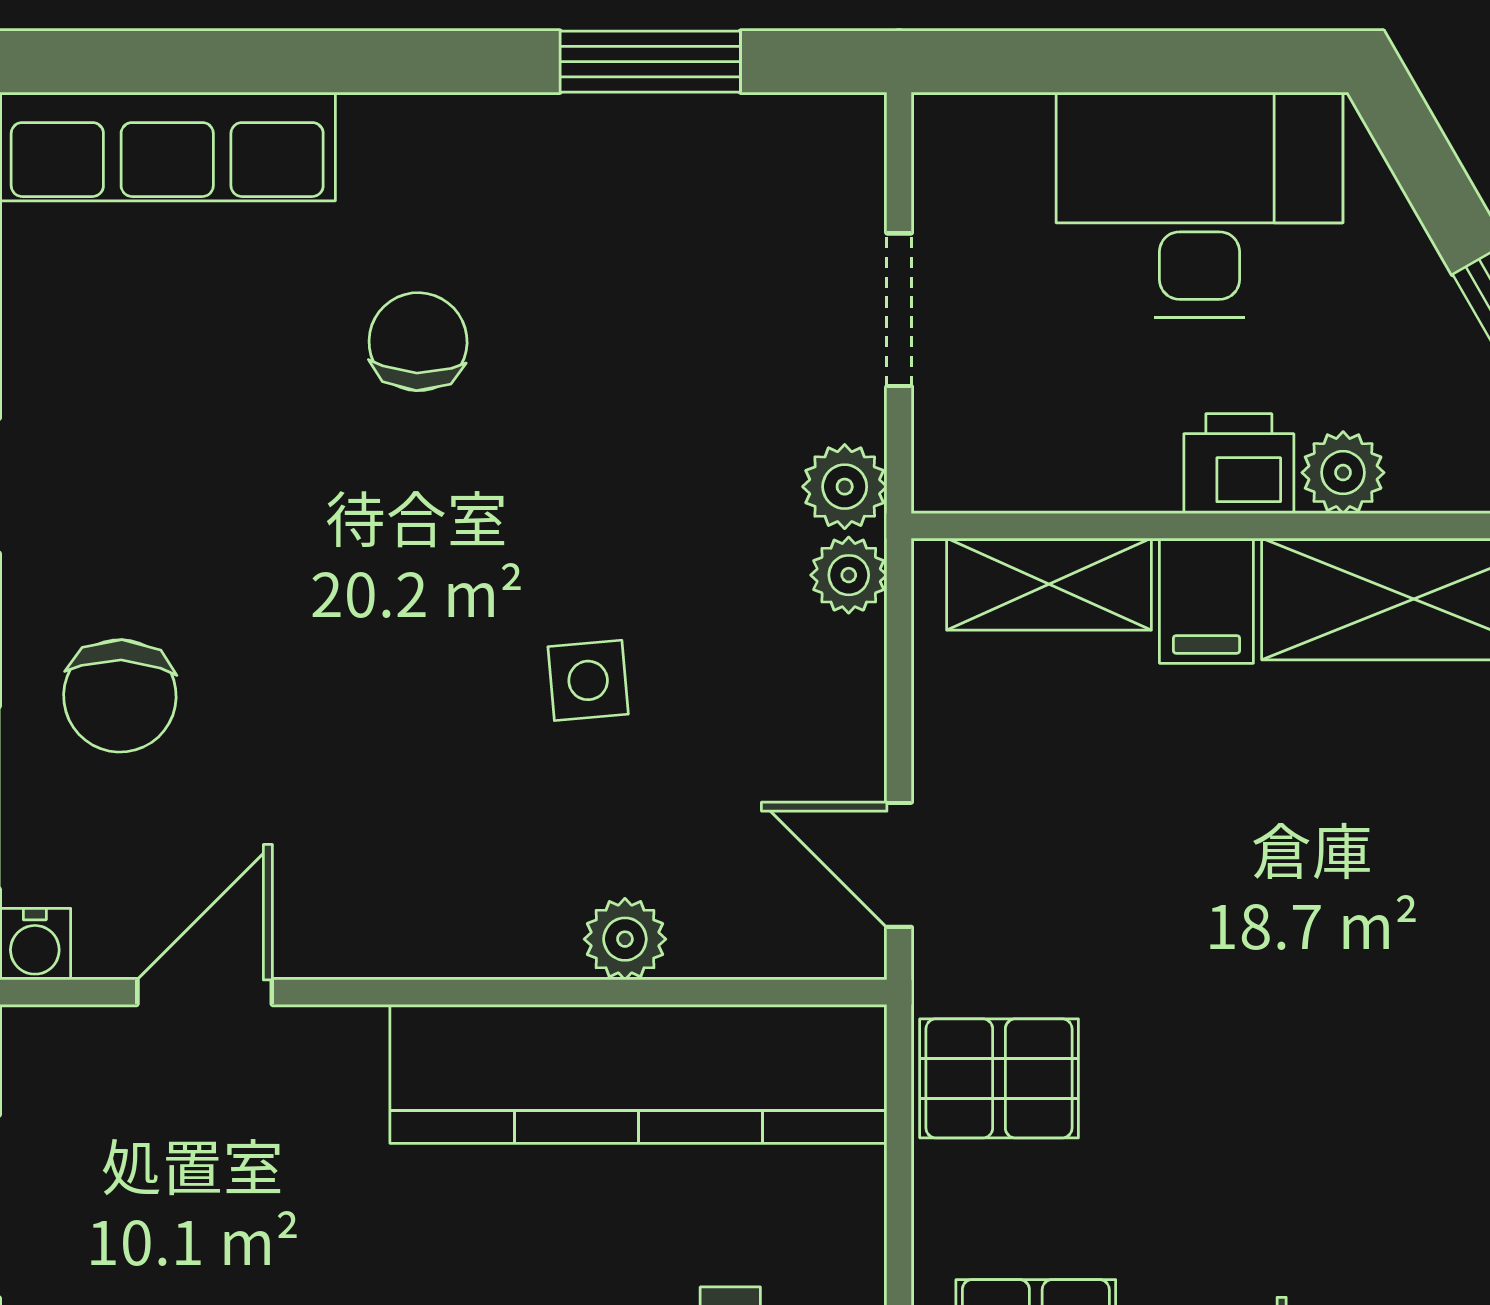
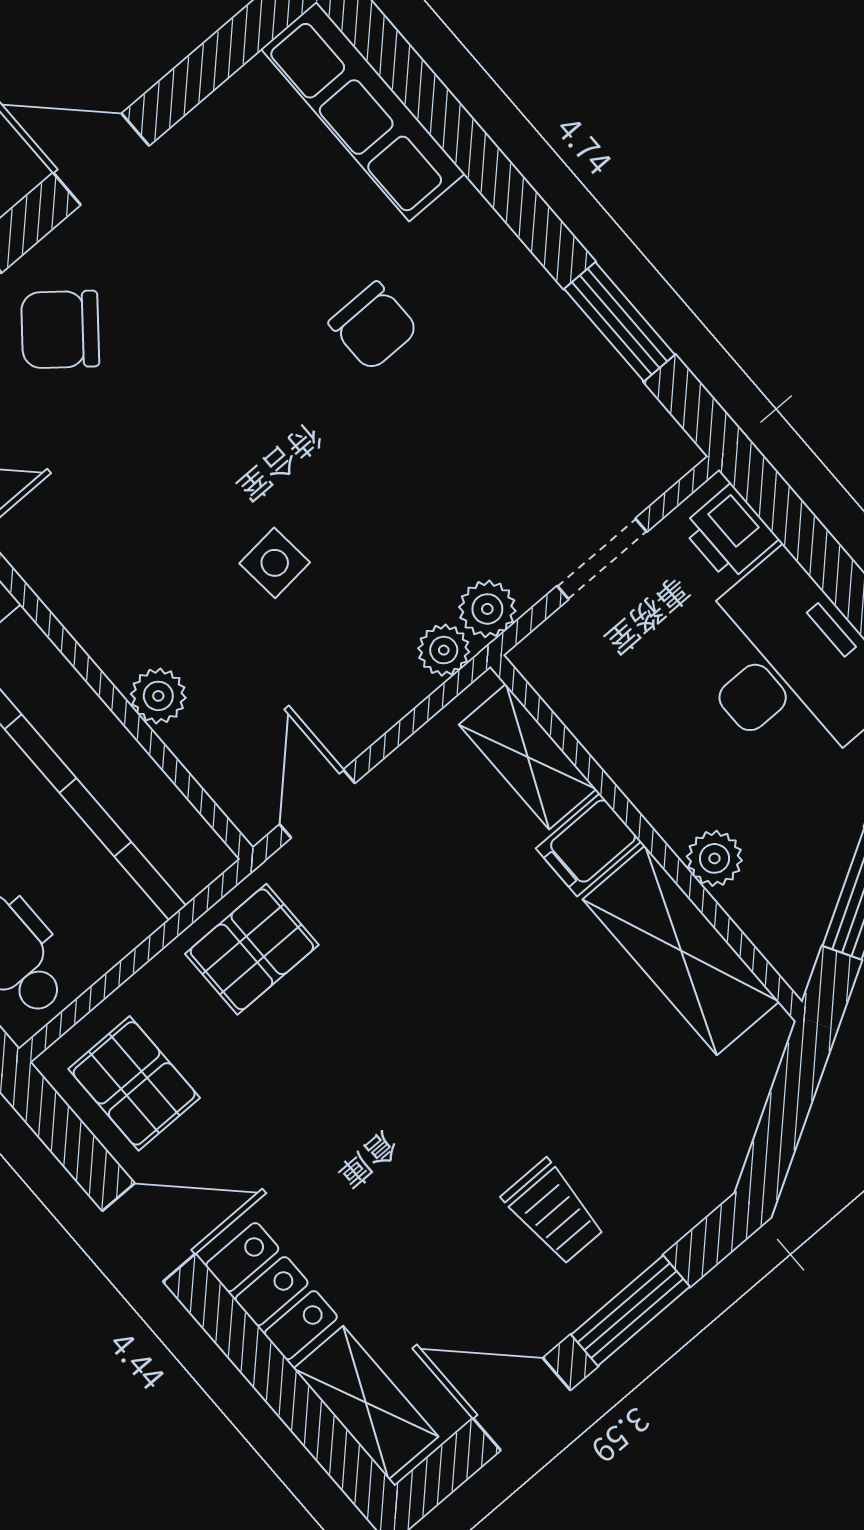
chair: (418, 342) -> (373, 326), turned 88
printer: (1239, 464) -> (730, 533), moved, turned 180
chair: (120, 696) -> (60, 329), turned 37
pallet: (999, 1078) -> (252, 949), turned 90

